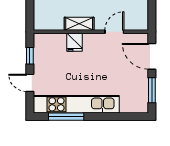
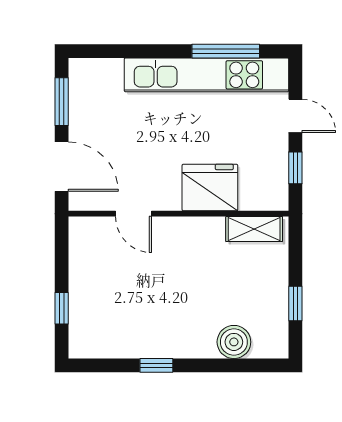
shelving: (79, 24) -> (254, 229), moved
door: (114, 32) -> (134, 214), hinge flipped
fridge: (74, 42) -> (210, 188), width x1.88, depth x1.34

